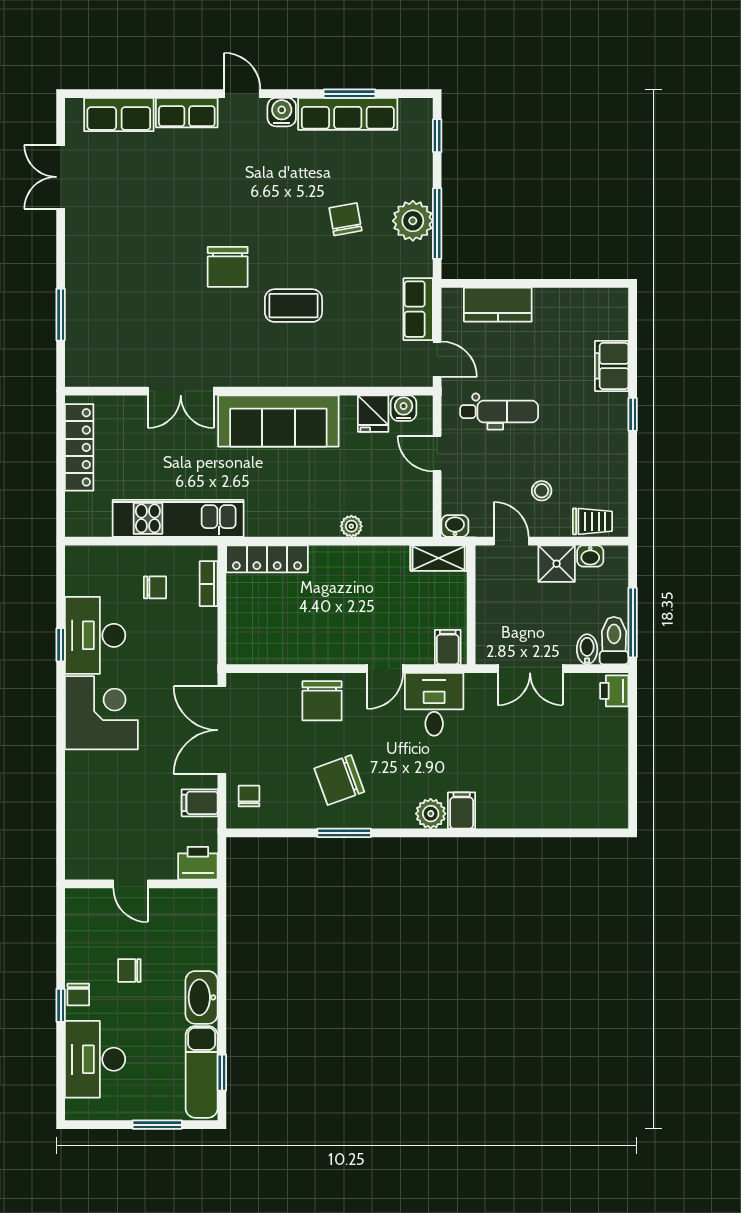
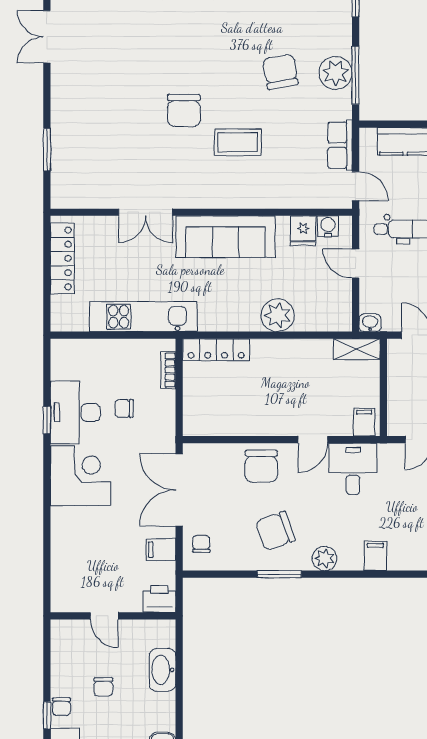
chair: (345, 219) -> (280, 72), width x1.37, depth x1.37
plant: (351, 526) -> (277, 315), width x1.88, depth x1.88
chair: (155, 587) -> (124, 409), moved, turned 180
plant: (431, 814) -> (325, 558), moved
chair: (129, 970) -> (103, 687), turned -90
washbasin: (202, 997) -> (163, 670), moved

